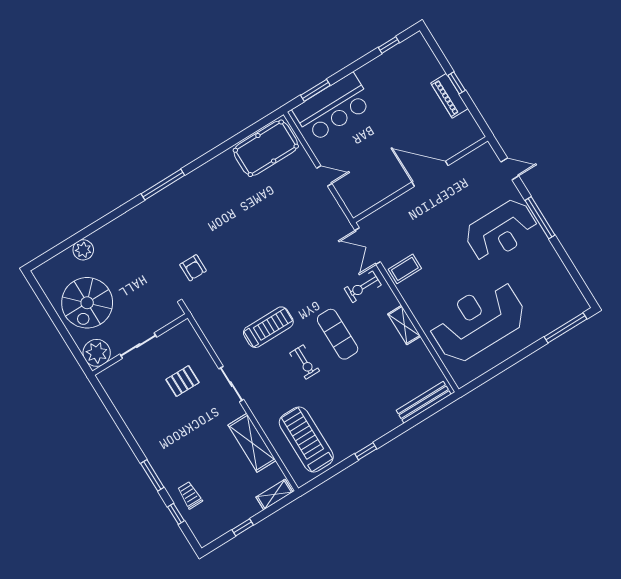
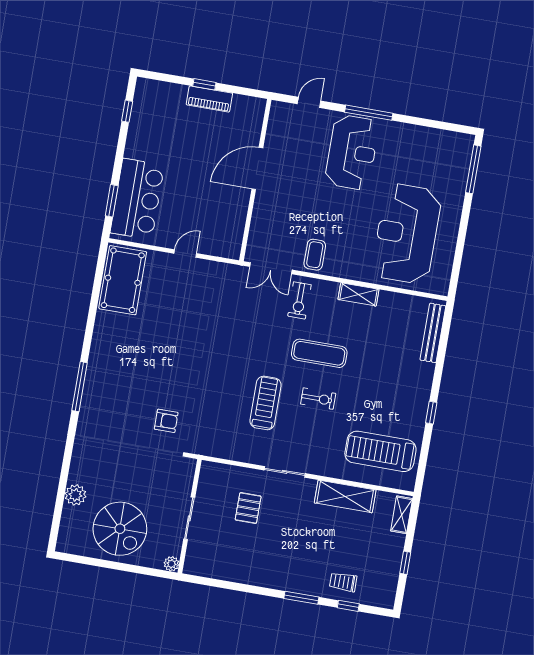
plant: (97, 353) -> (171, 564), width x0.53, depth x0.53

